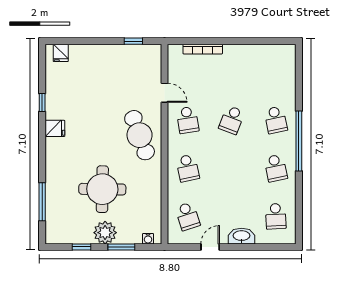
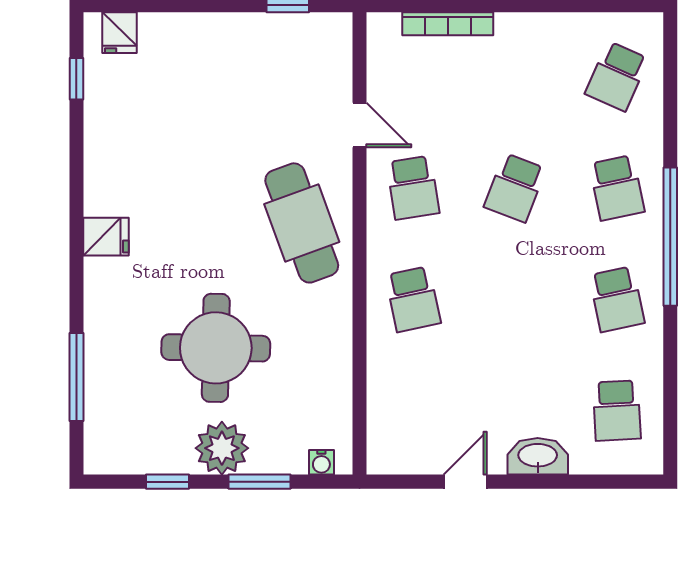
window: (42, 102) -> (76, 79), moved
fridge: (55, 128) -> (106, 237), moved
school desk: (188, 216) -> (617, 76), moved, turned 42

